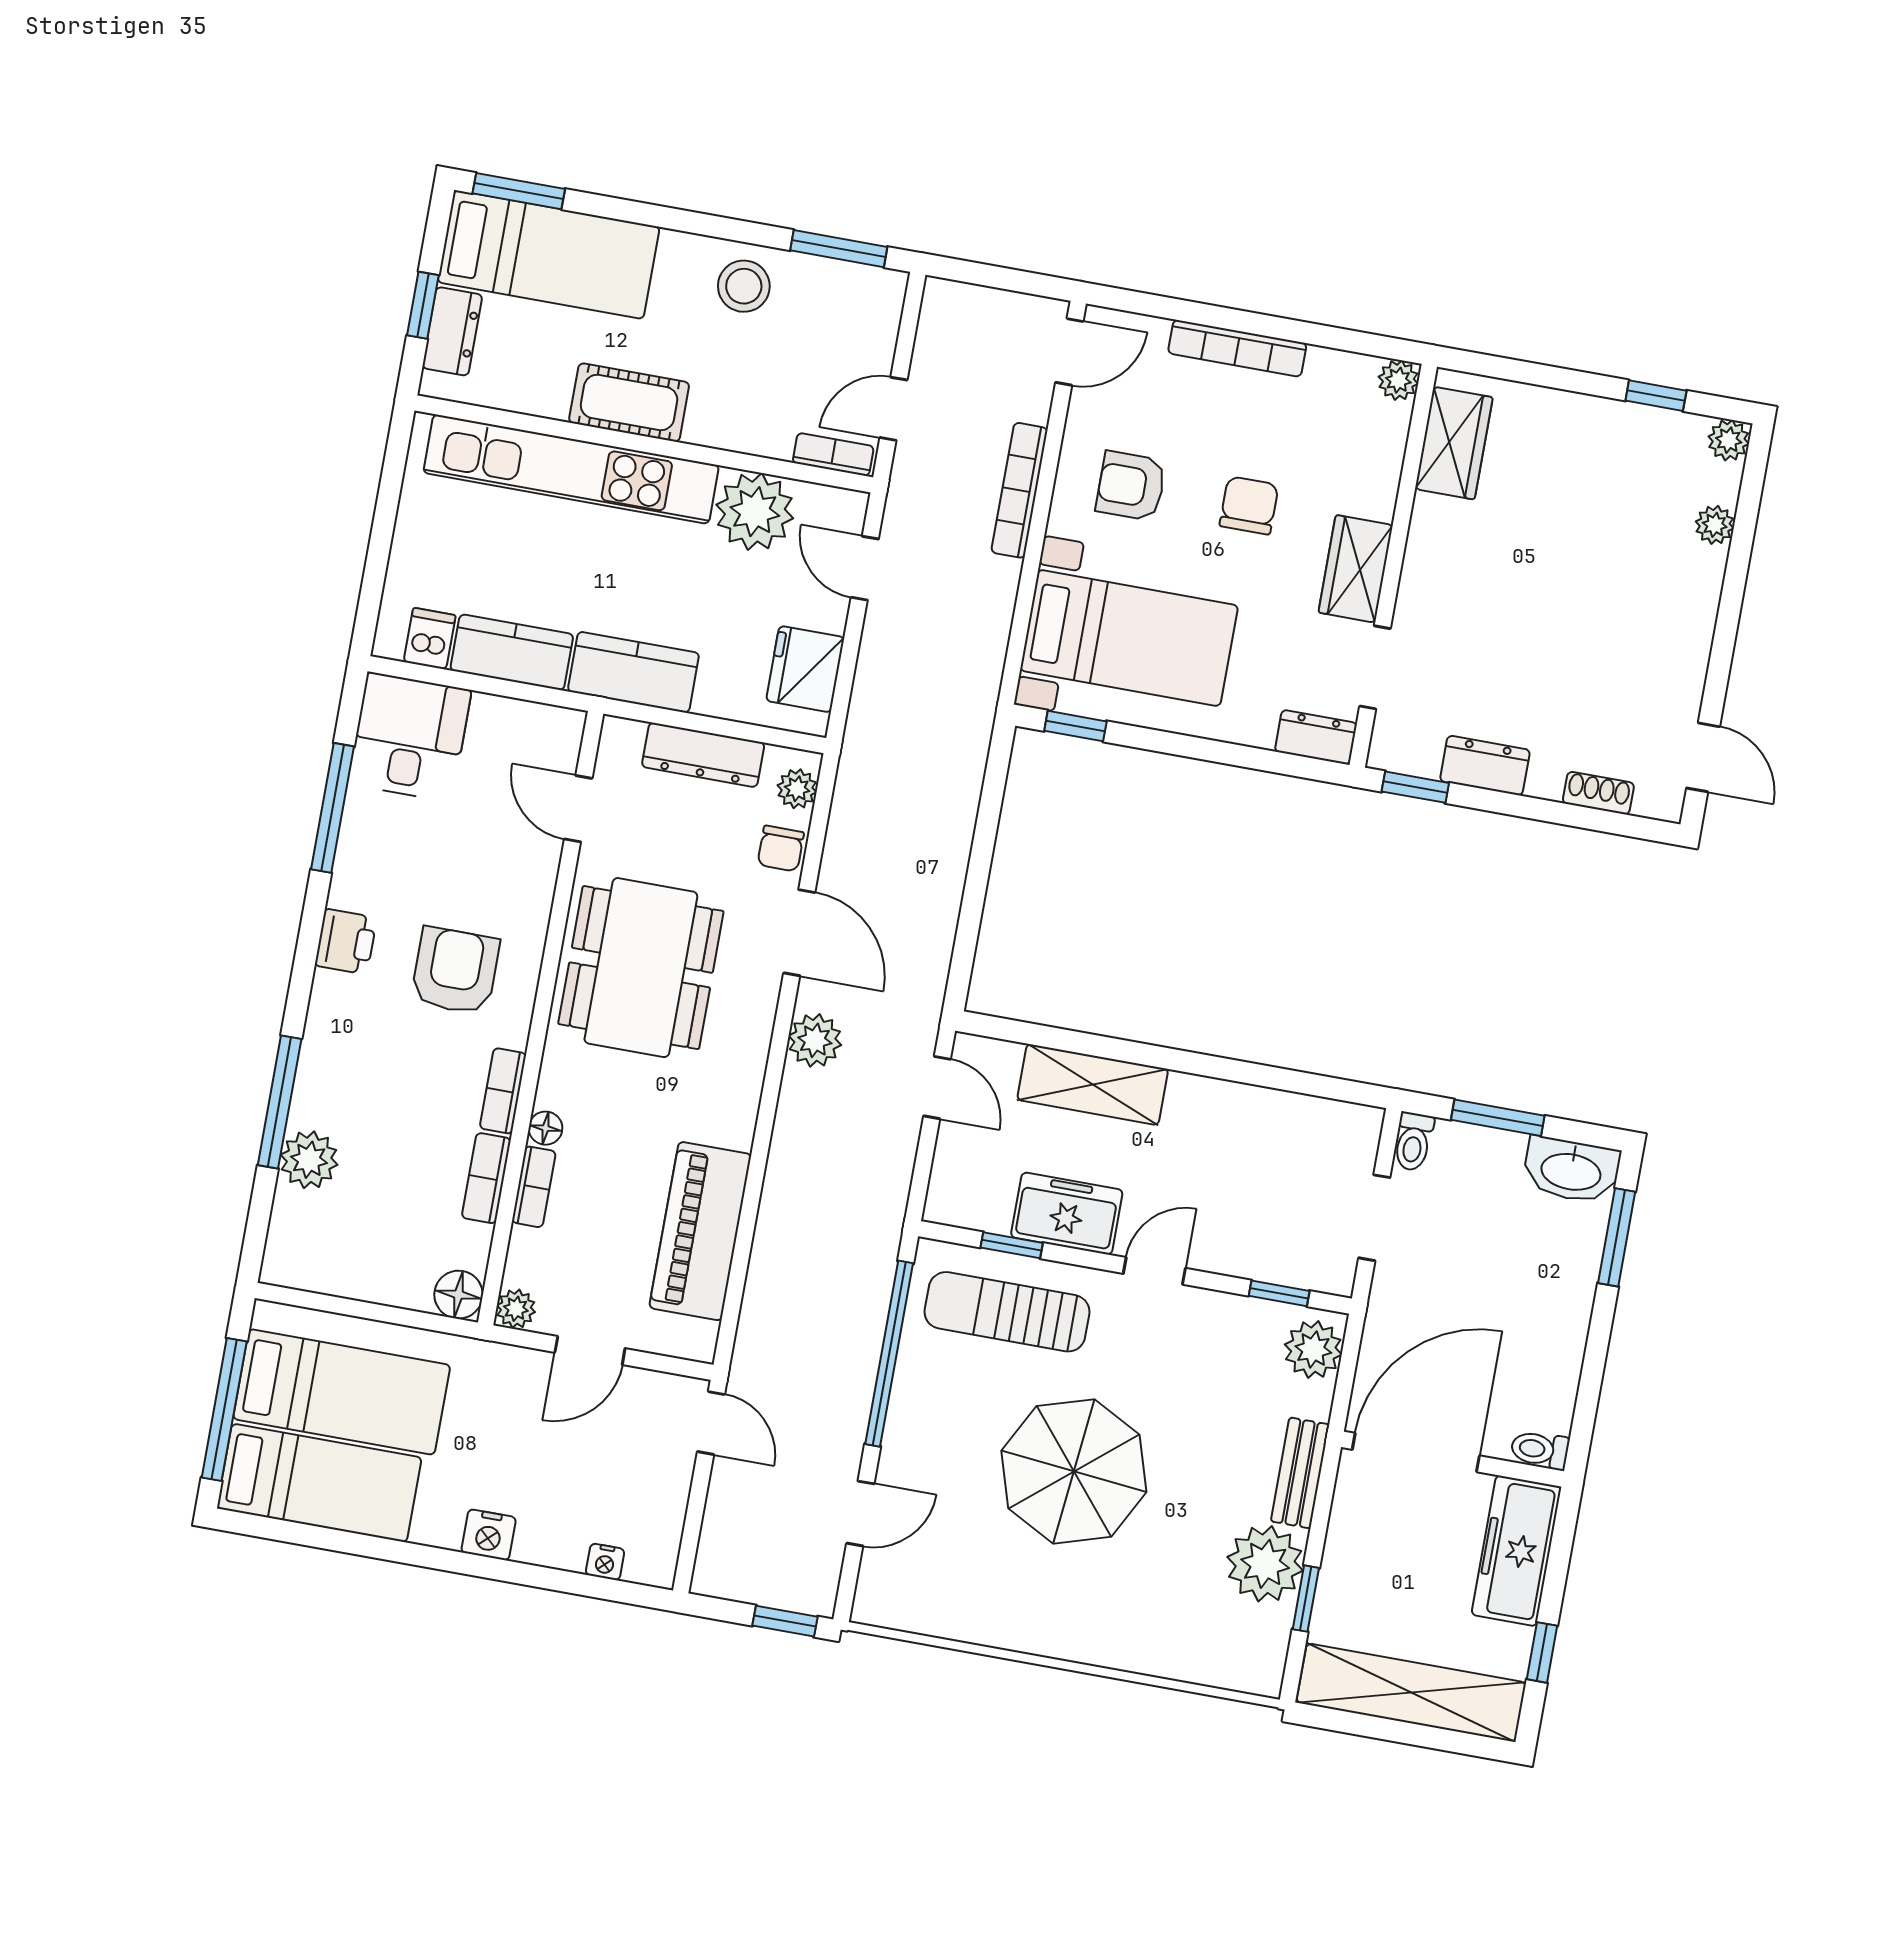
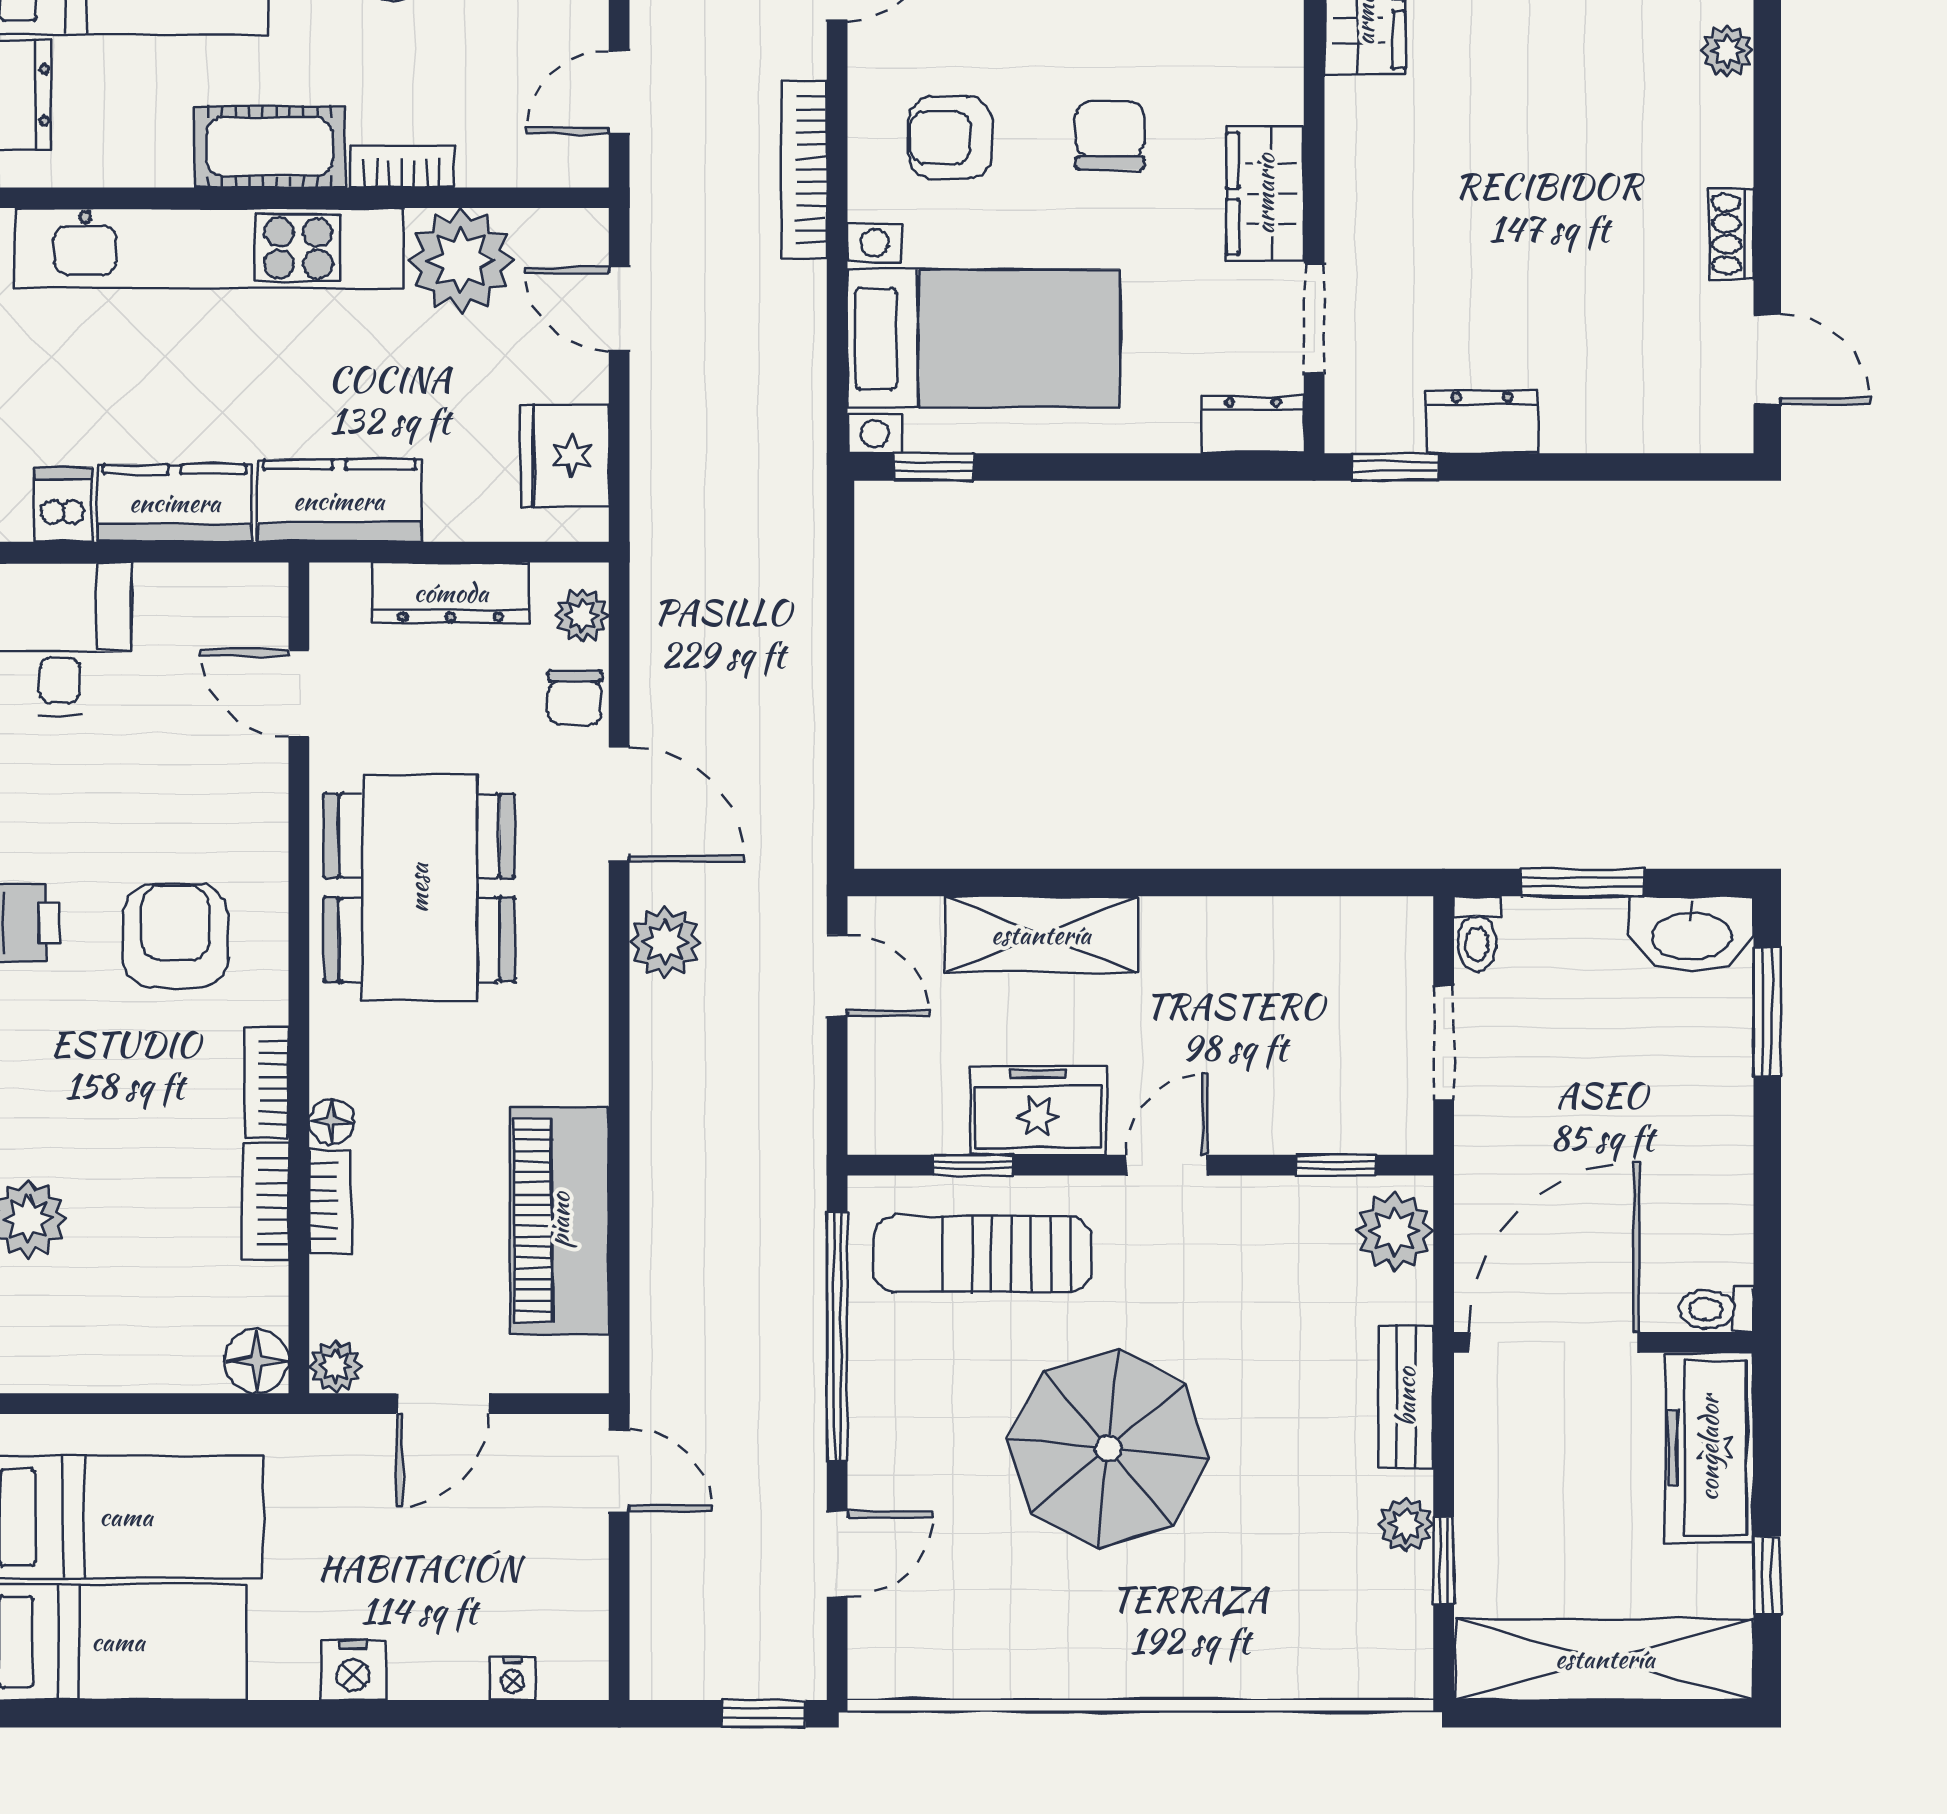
bookcase: (833, 454) -> (402, 167), moved
shoe rack: (1598, 793) -> (1732, 234), moved, turned -90
plant: (1265, 1564) -> (1406, 1525), width x0.53, depth x0.53

